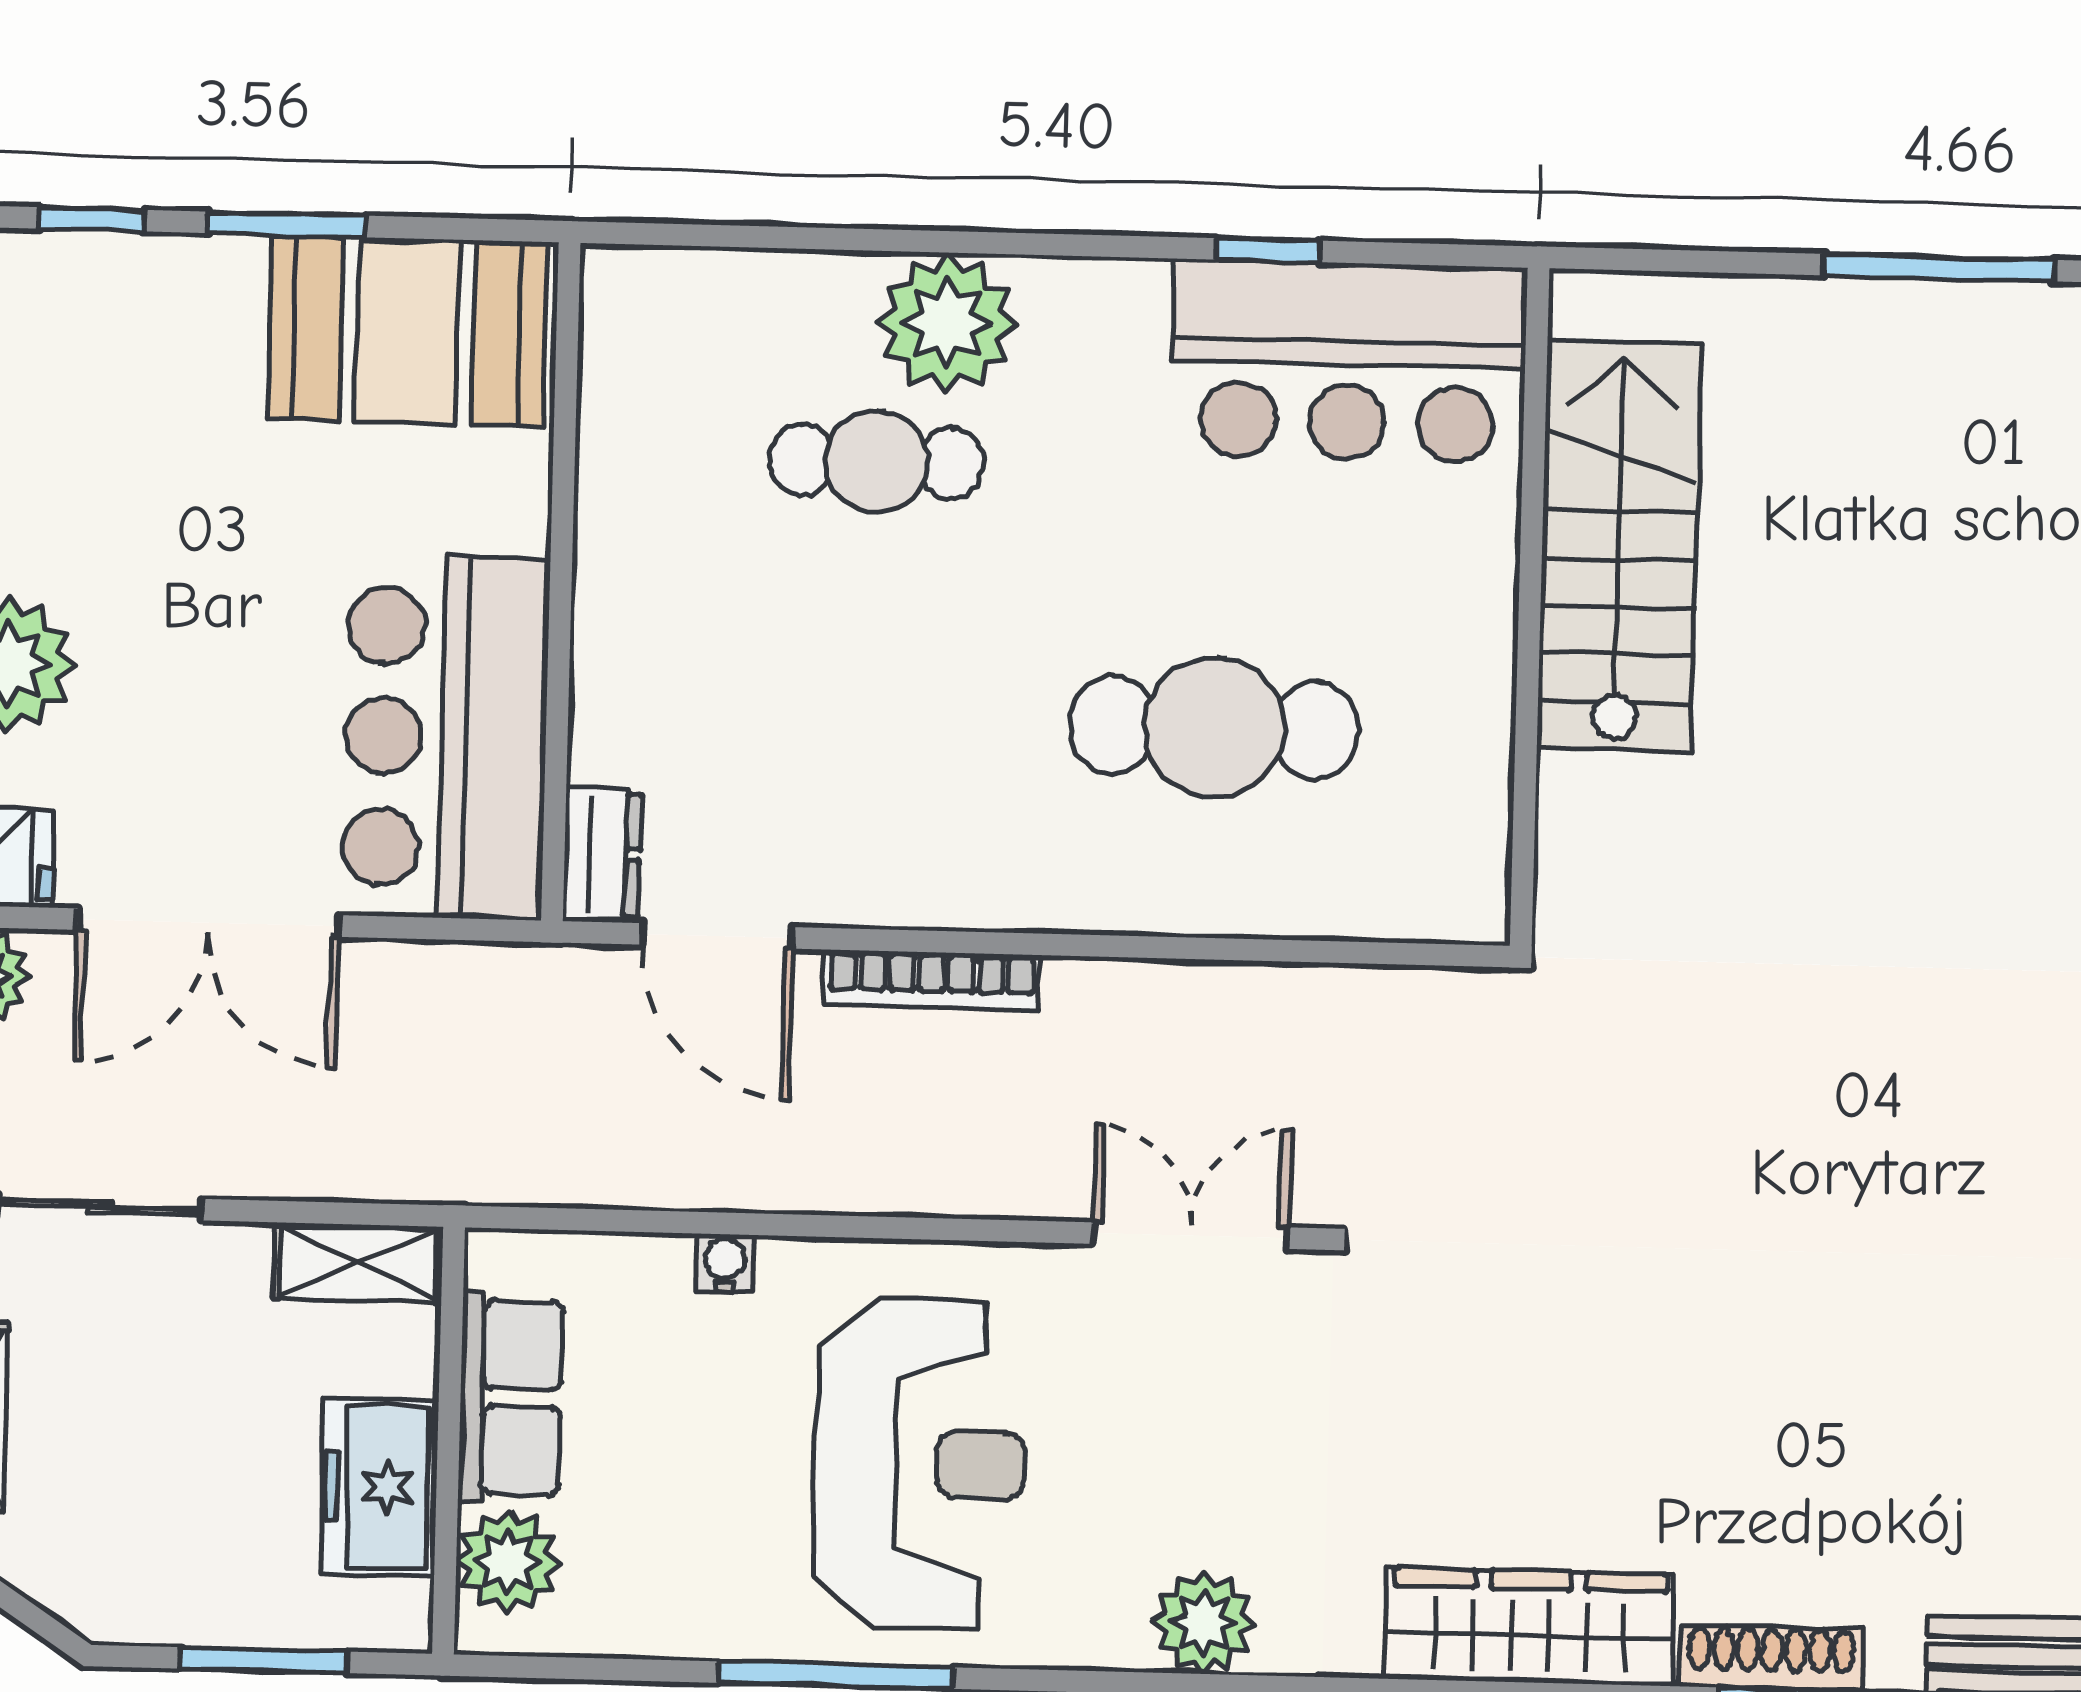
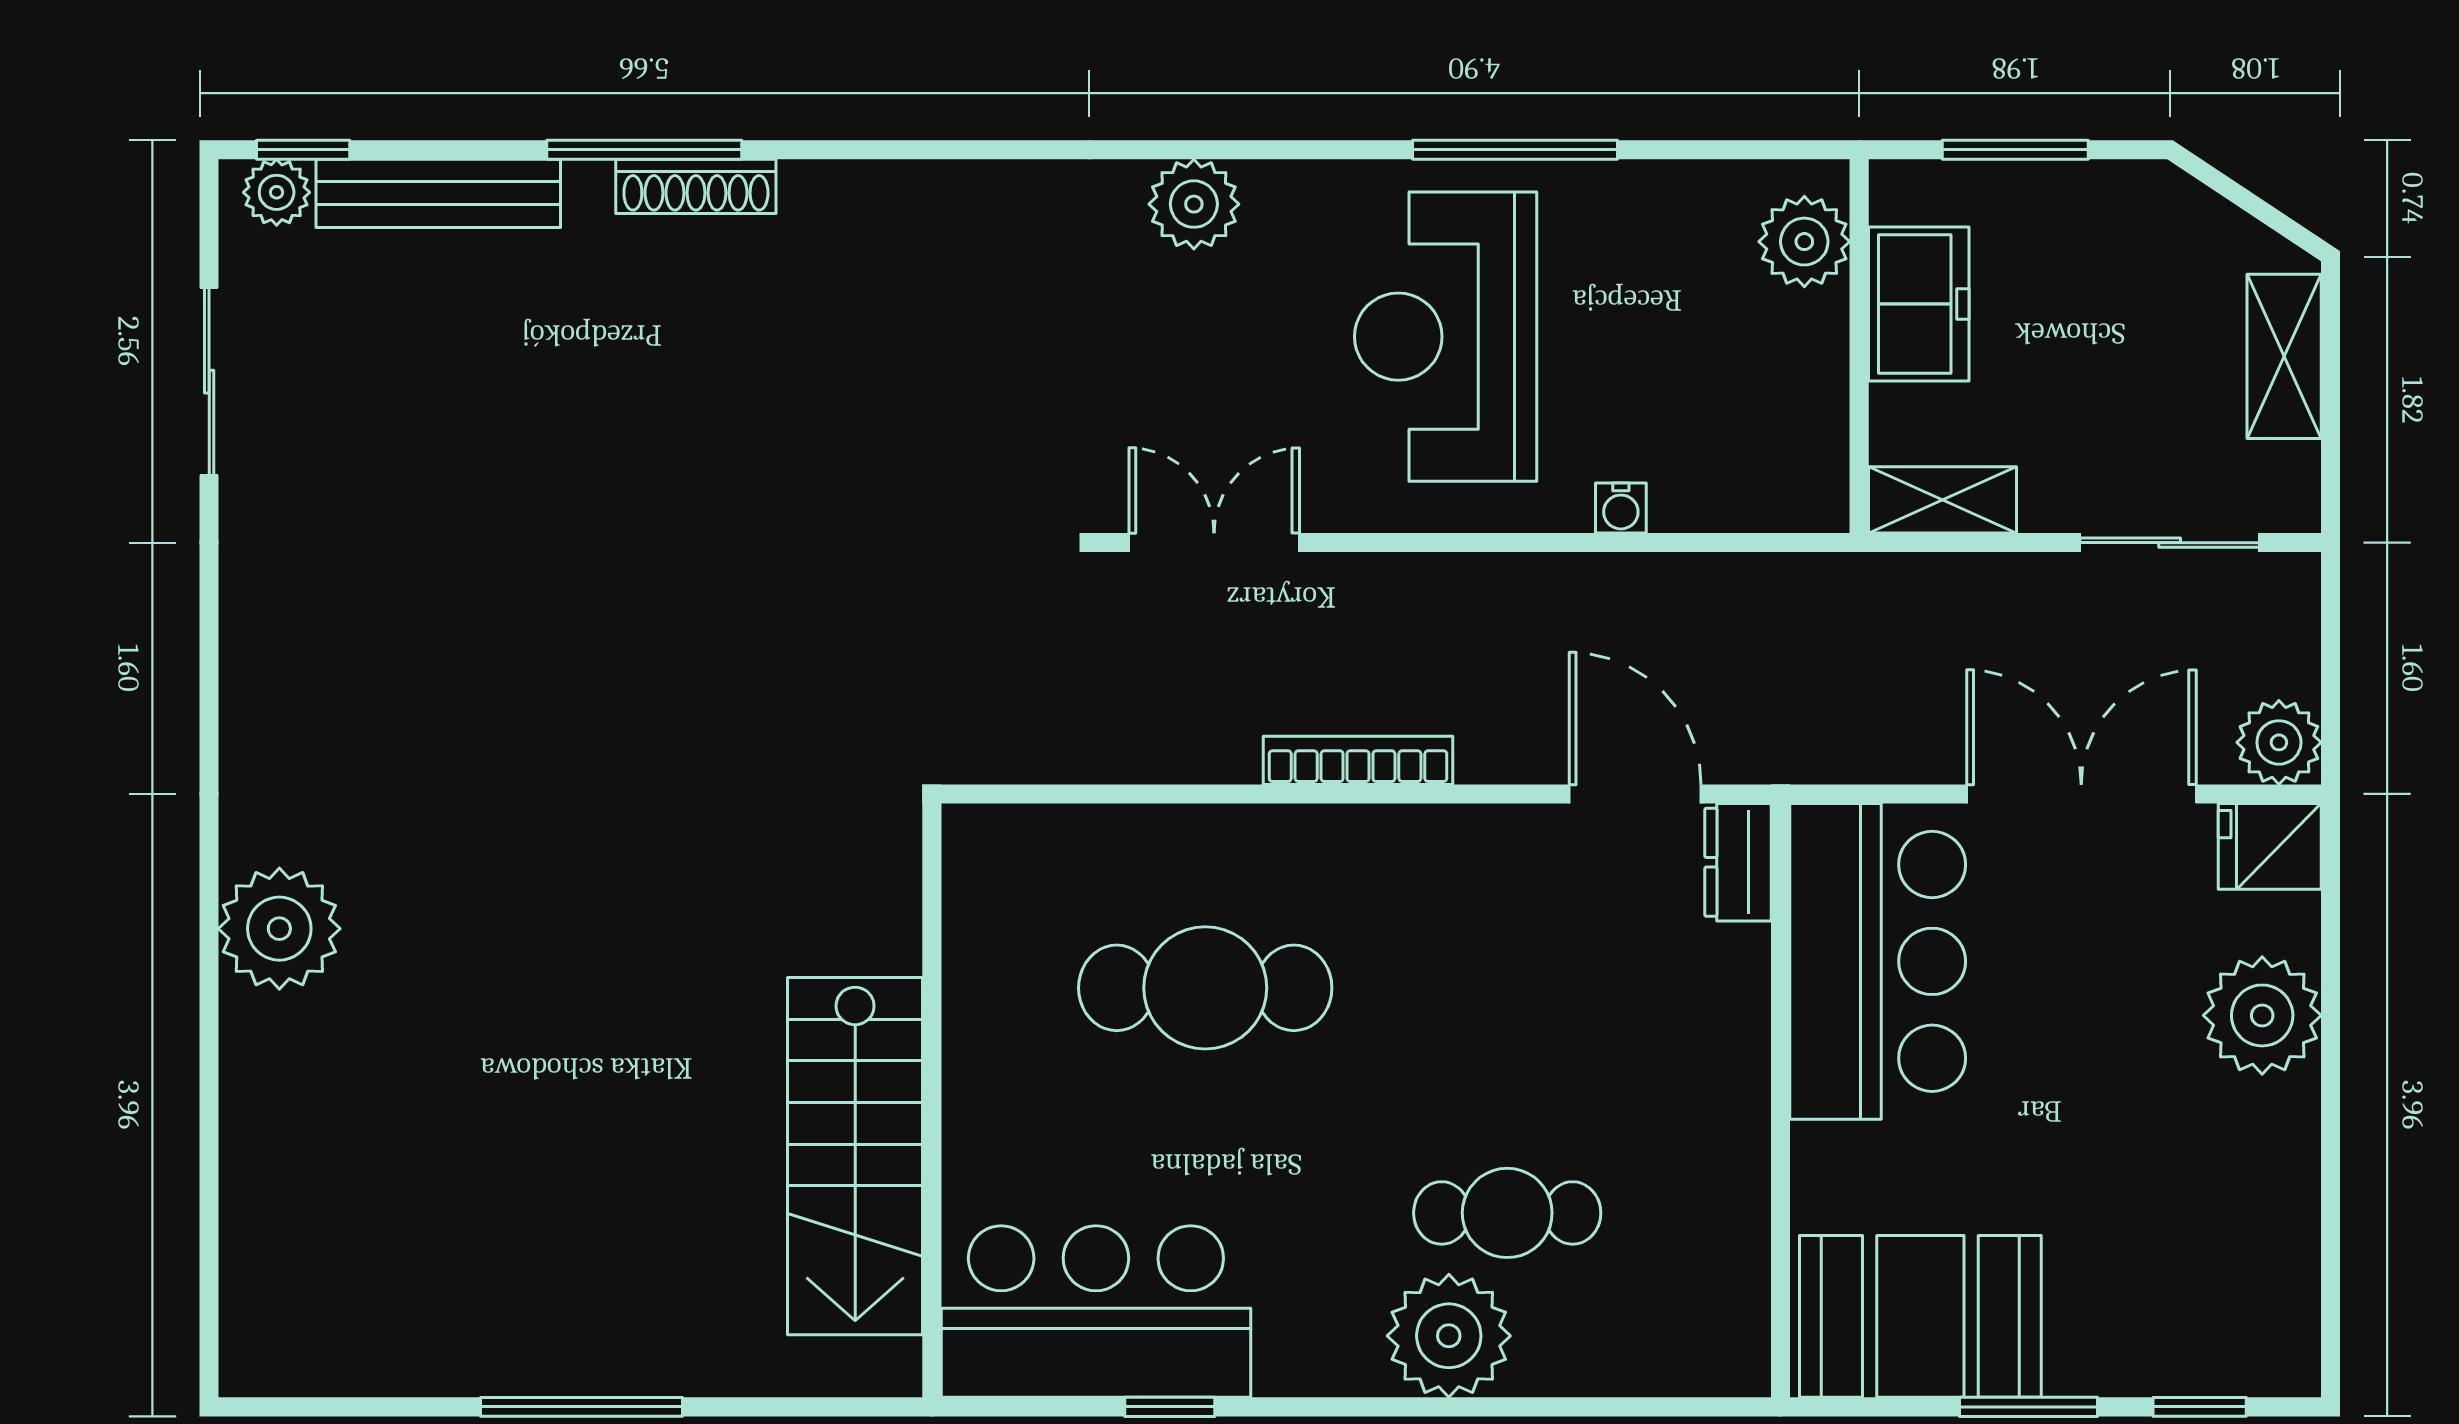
bookcase: (932, 980) -> (1358, 760), moved
double door: (1191, 1236) -> (1214, 543), swing flipped
row of seats: (511, 1397) -> (1806, 385), removed
wardrobe: (1530, 1627) -> (908, 208), removed

